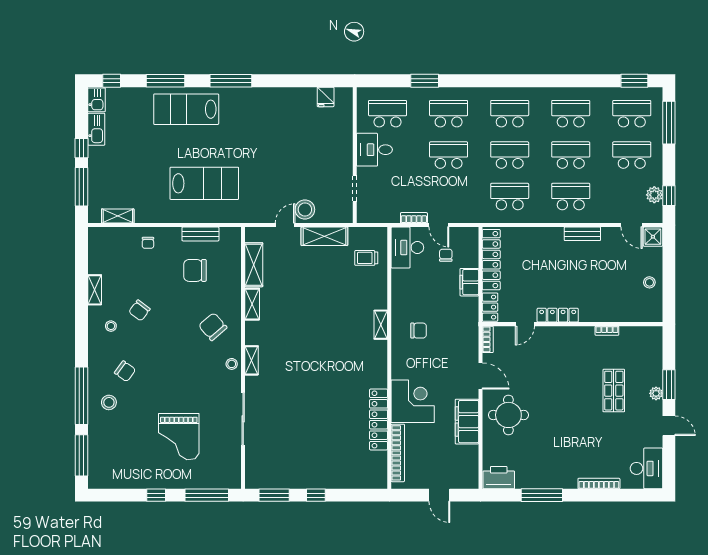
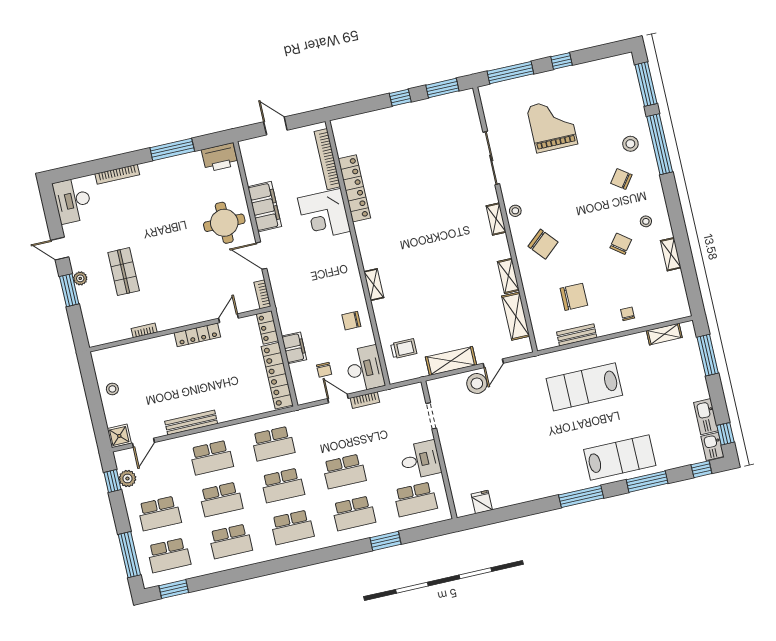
window: (81, 148) -> (725, 434), moved
door: (632, 225) -> (143, 443), swing flipped
bench: (582, 234) -> (191, 423), width x1.36
chair: (419, 331) -> (351, 321), moved

